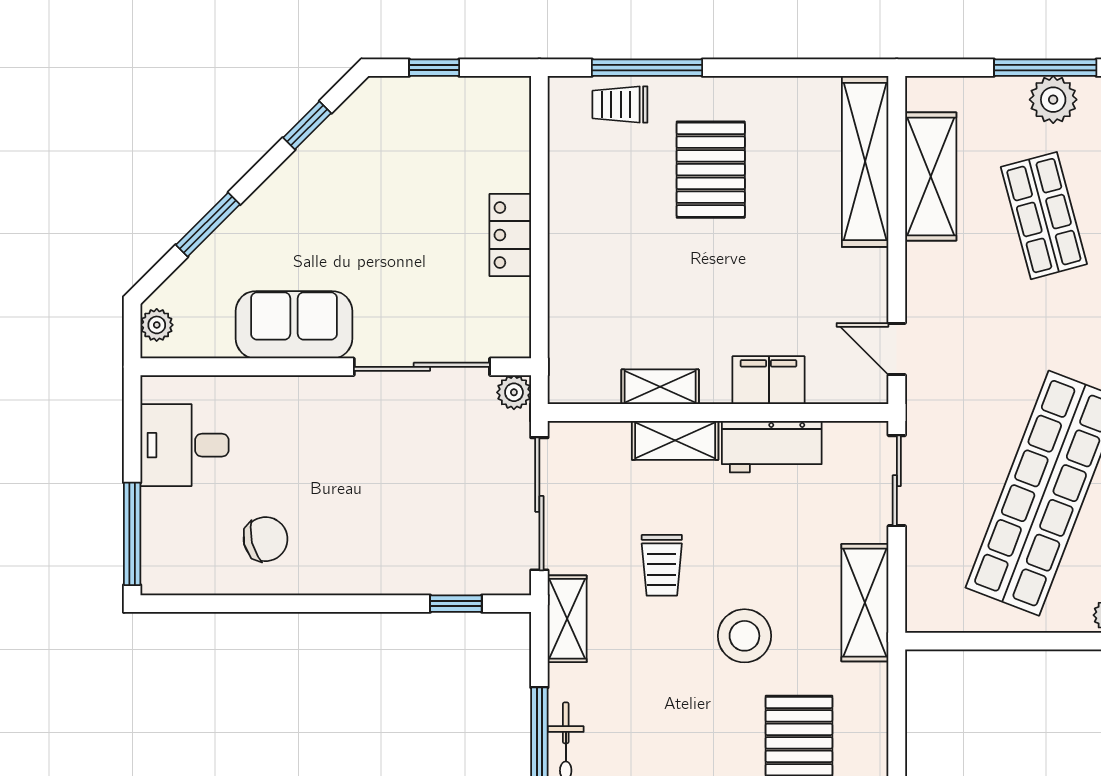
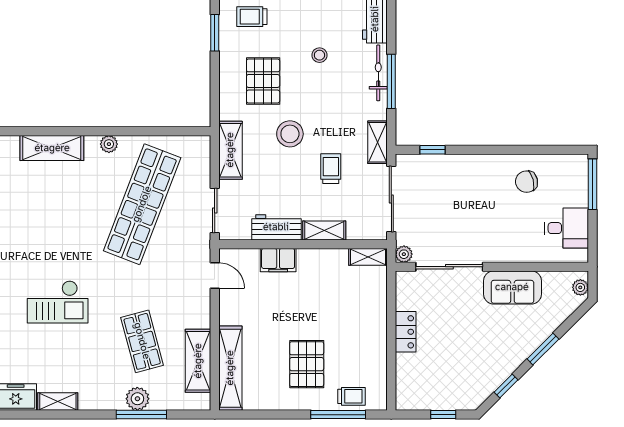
window: (208, 225) -> (543, 349), moved
shelving: (660, 387) -> (368, 257), moved

